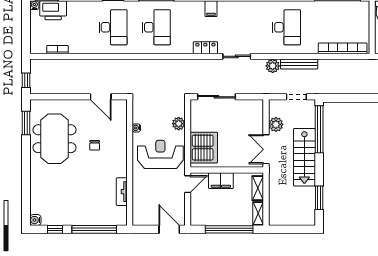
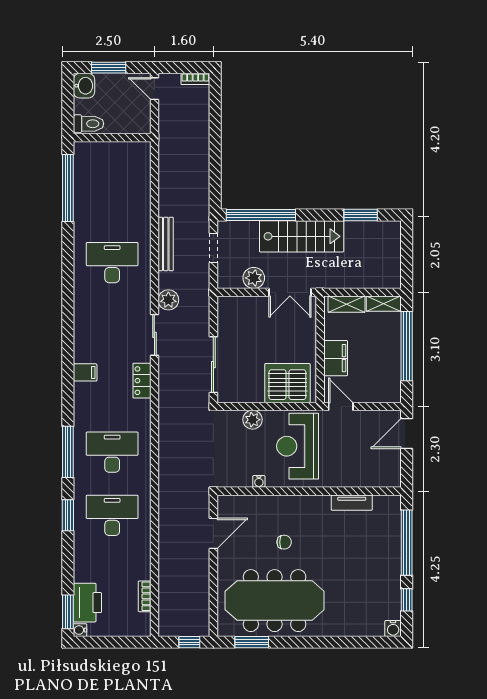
bookcase: (343, 48) -> (143, 181), removed
plant: (273, 66) -> (168, 300), moved
meeting table: (55, 139) -> (275, 601), width x1.36

